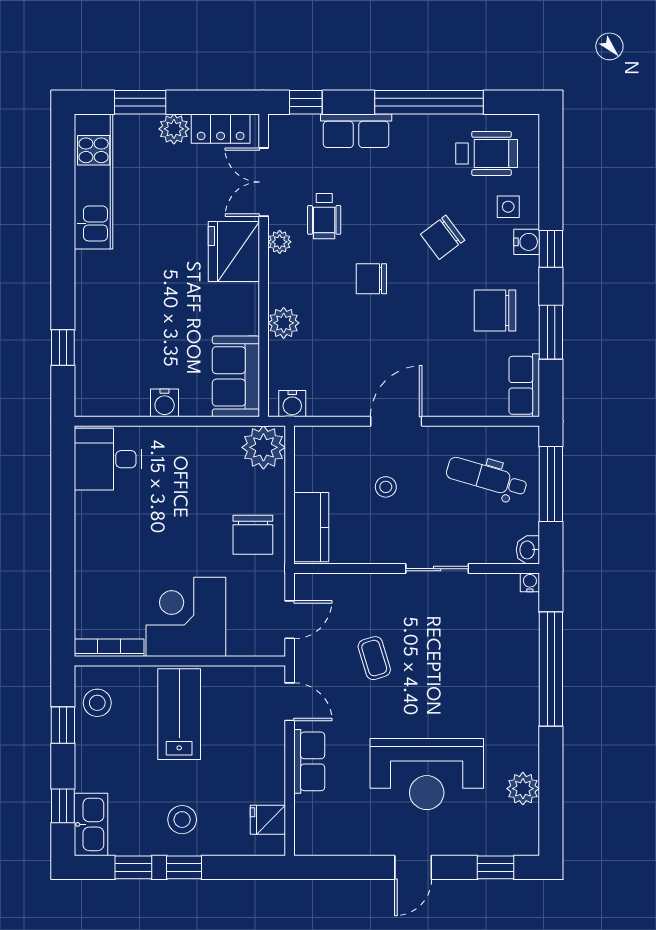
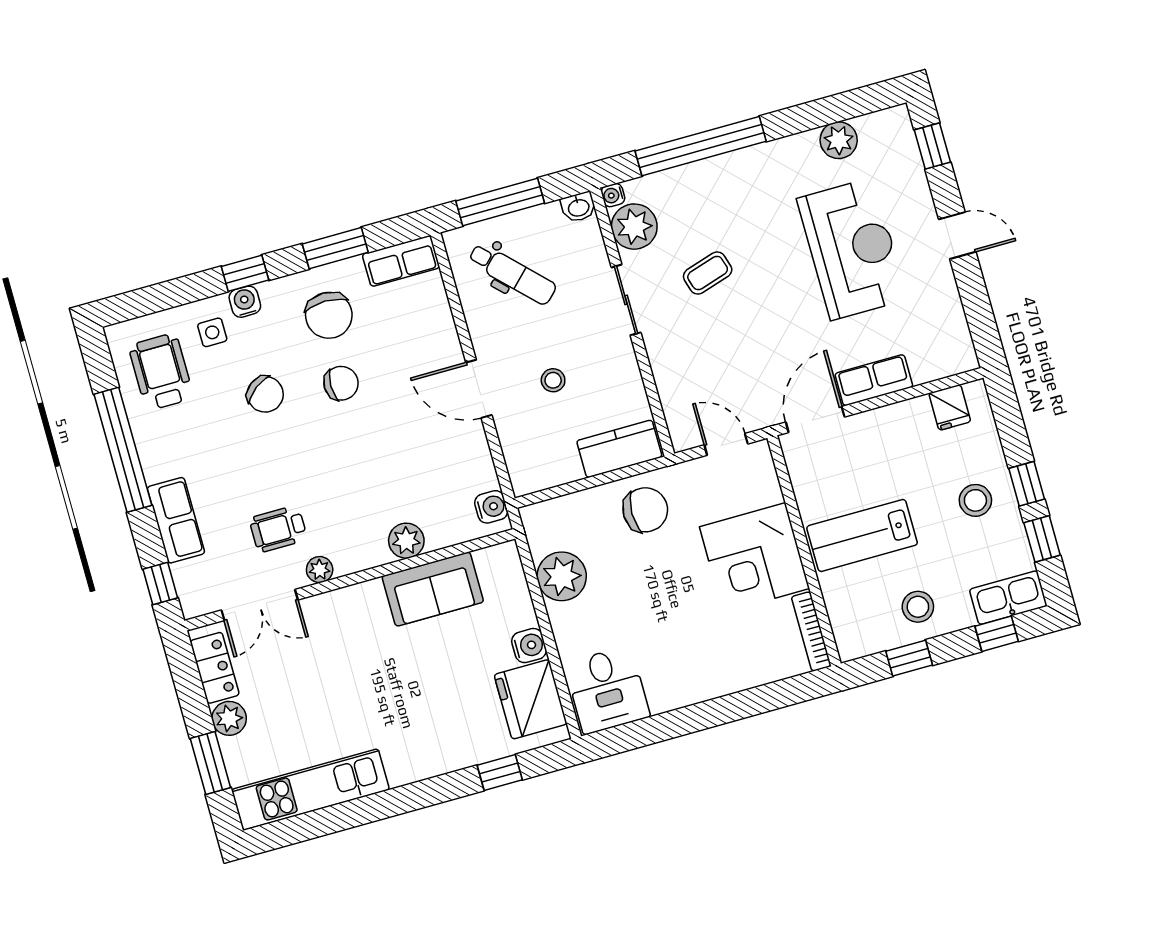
wheelchair: (324, 216) -> (278, 529), turned 180
fridge: (234, 252) -> (531, 699), moved, turned 90
chair: (371, 279) -> (341, 383), moved, turned -90
sofa: (236, 376) -> (433, 589), moved
plant: (263, 447) -> (562, 576), moved
dental chair: (487, 477) -> (512, 274), turned -61
plant: (498, 593) -> (634, 227), added
coffee table: (374, 658) -> (708, 273), moved
door: (290, 702) -> (815, 419), width x1.38
stool: (97, 703) -> (918, 607), moved

